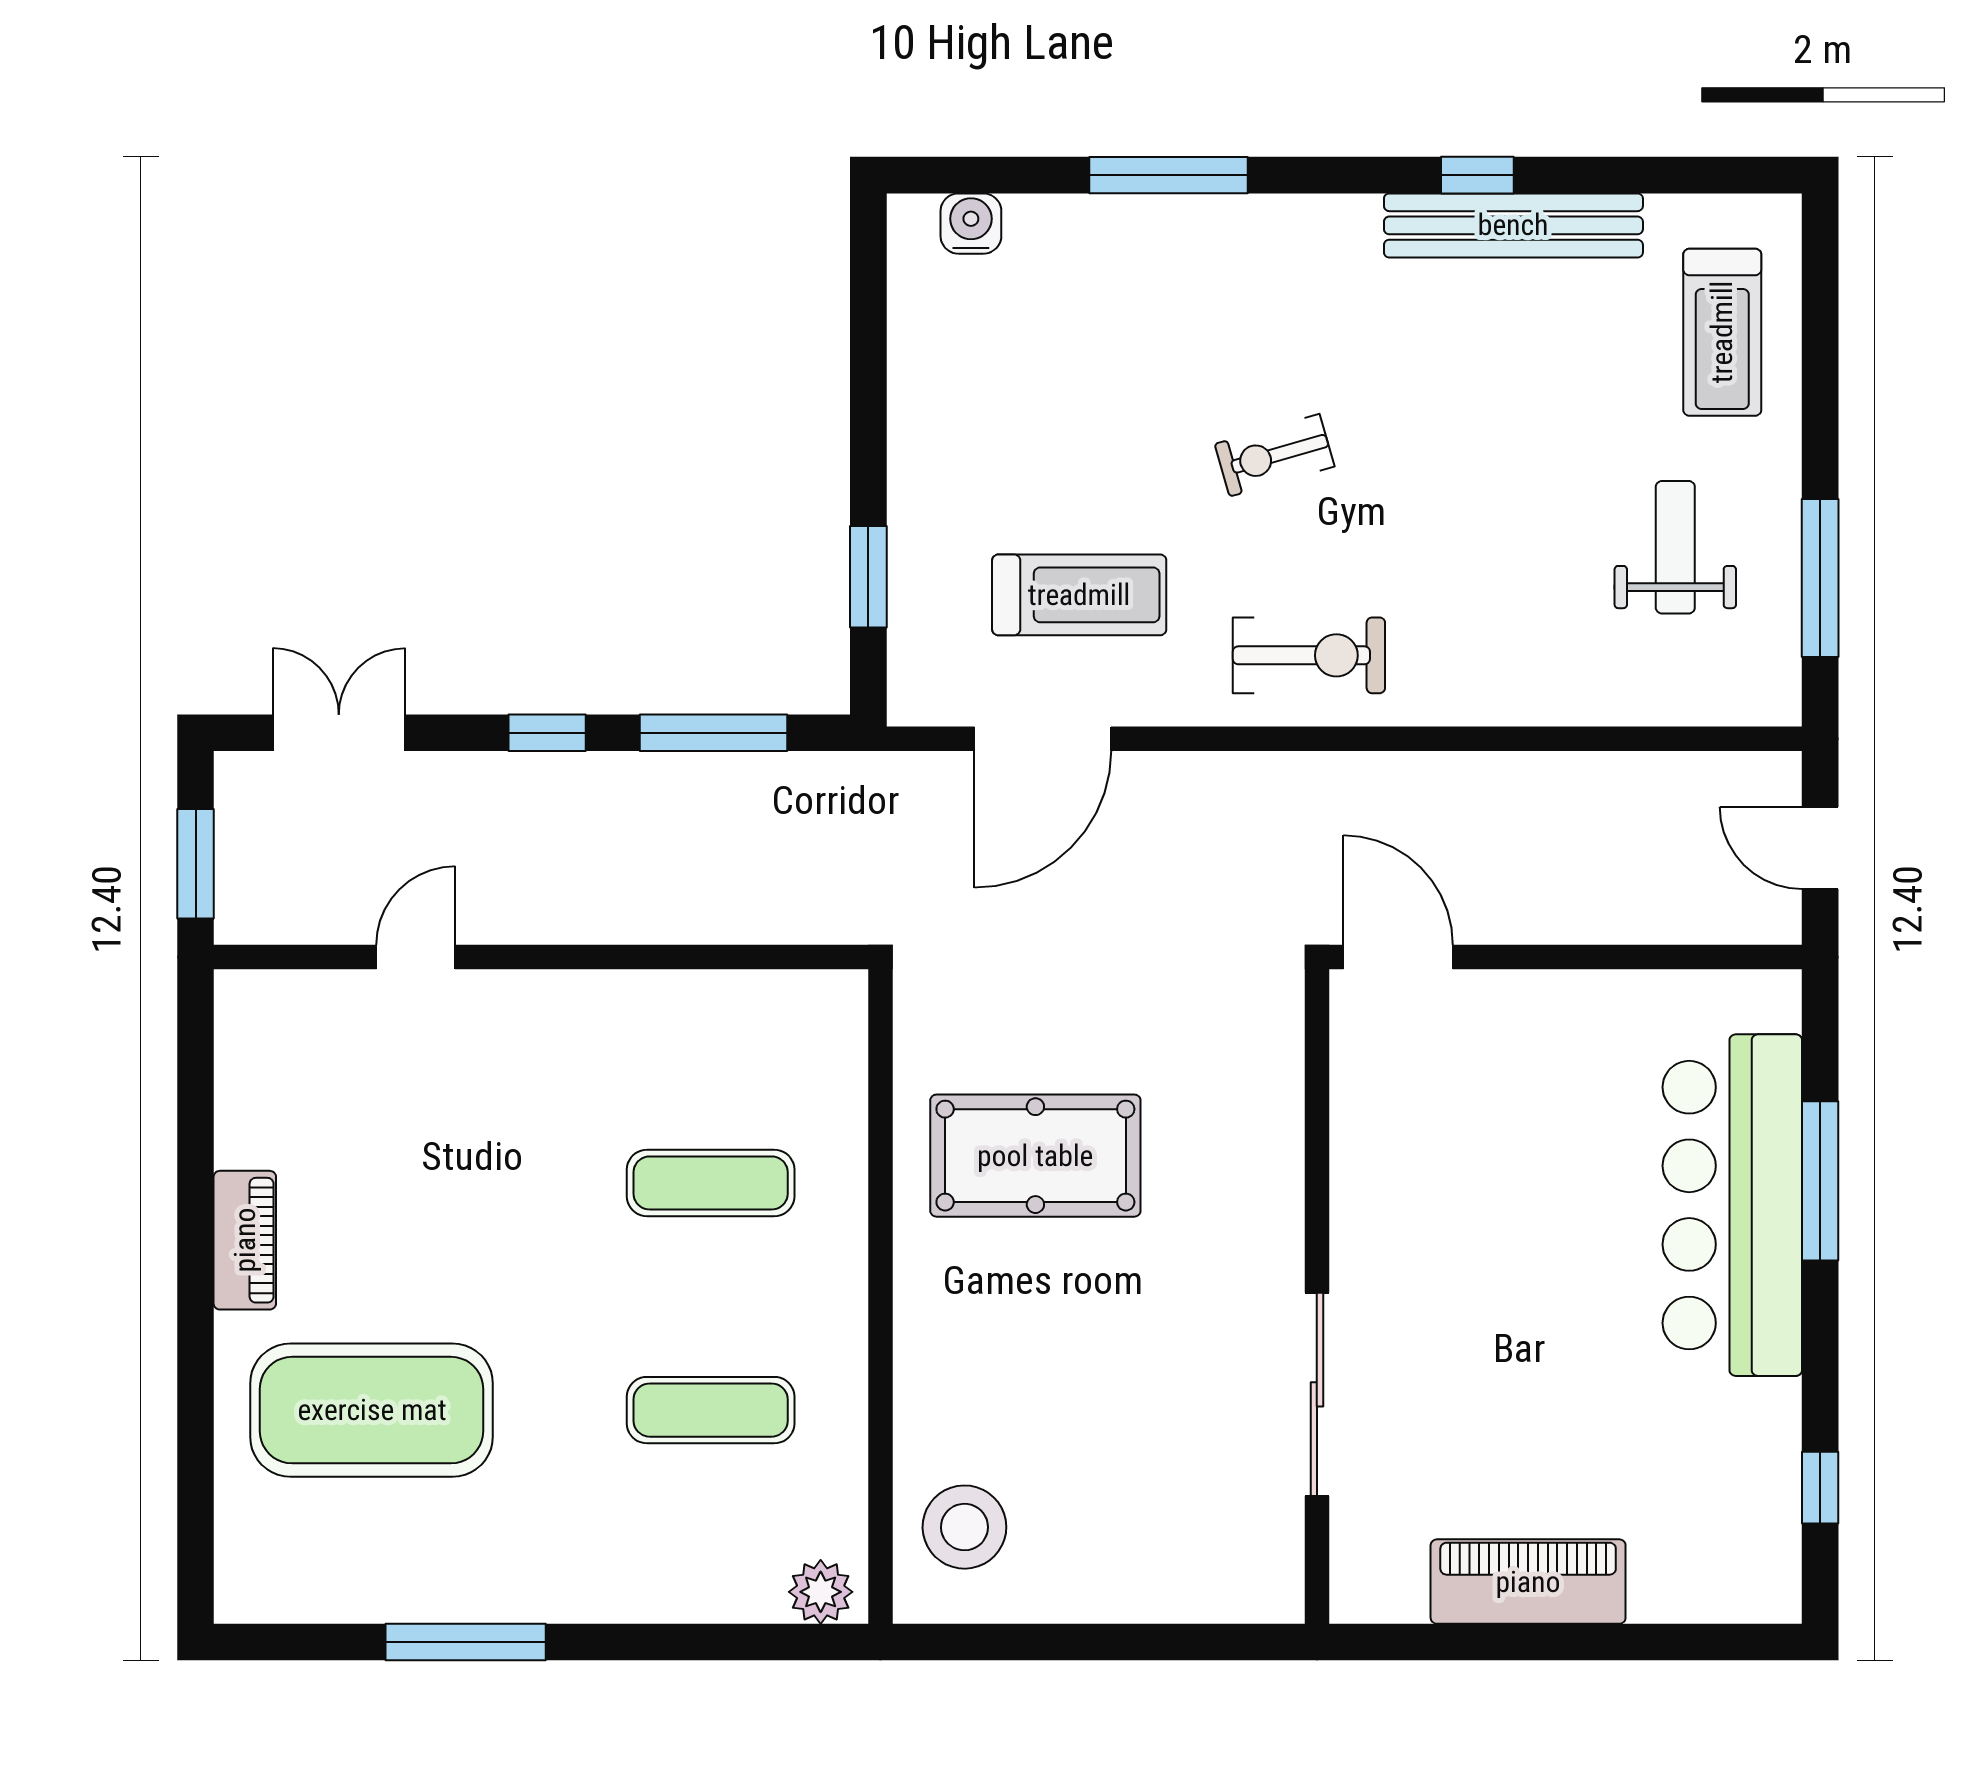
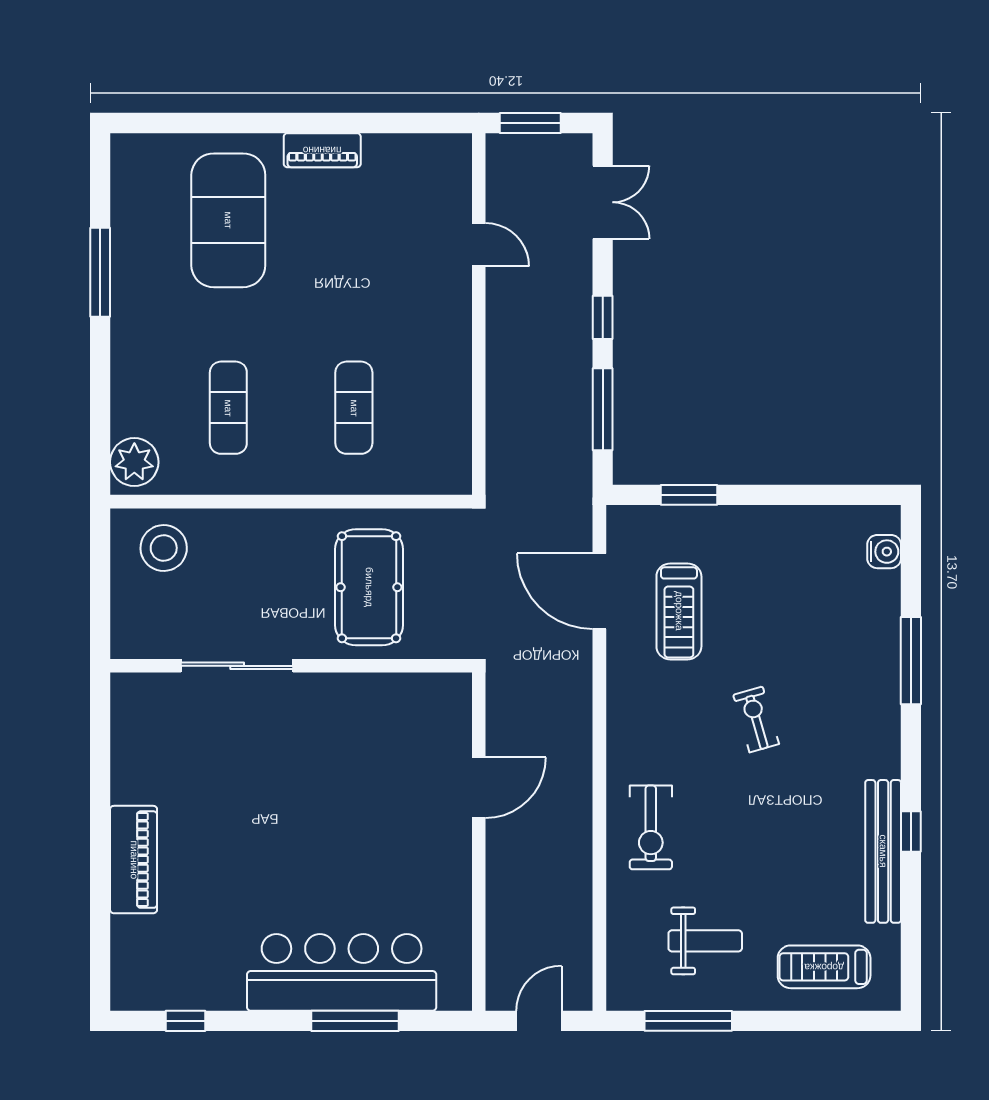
exercise bike: (1309, 655) -> (651, 827), moved
wall: (1317, 1297) -> (291, 666), moved
sliding door: (1317, 1394) -> (237, 666), moved
plant: (821, 1592) -> (134, 462), width x1.36, depth x1.36

